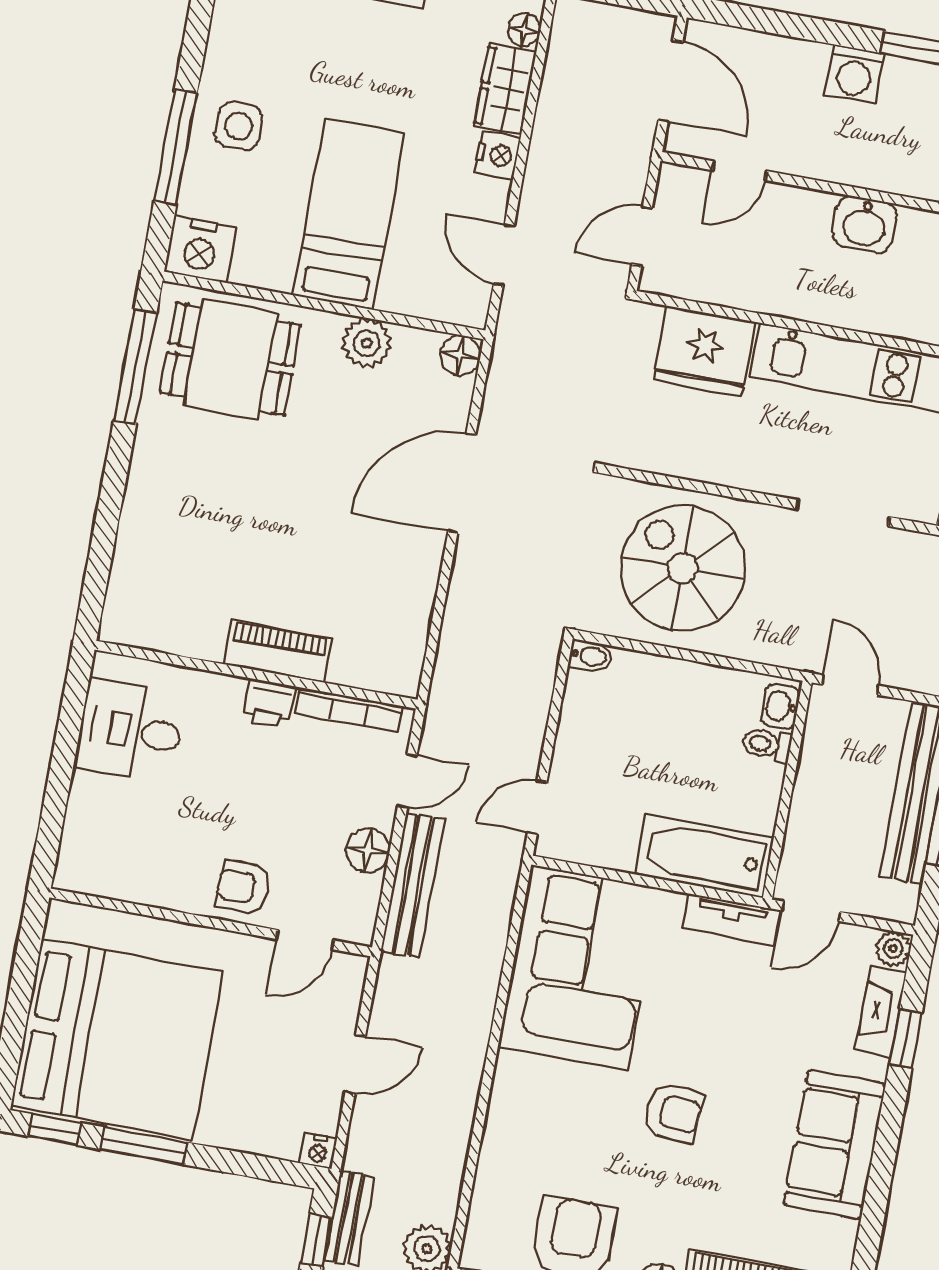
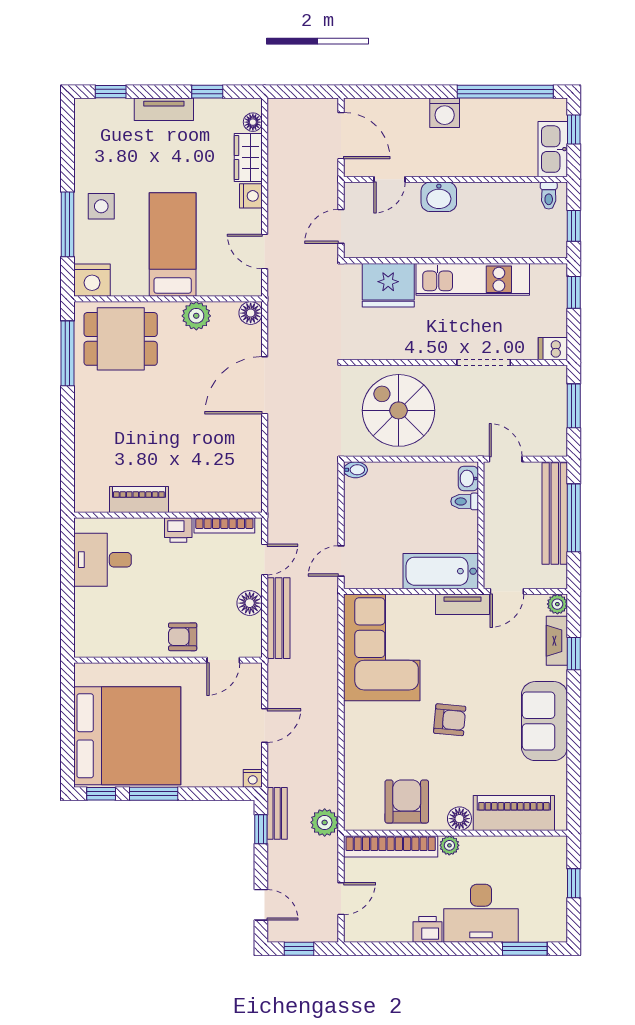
washbasin: (865, 224) -> (439, 197), moved
piano: (278, 651) -> (139, 499), moved

